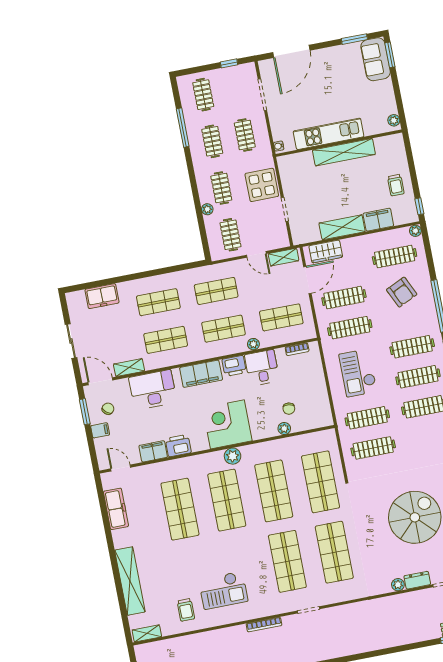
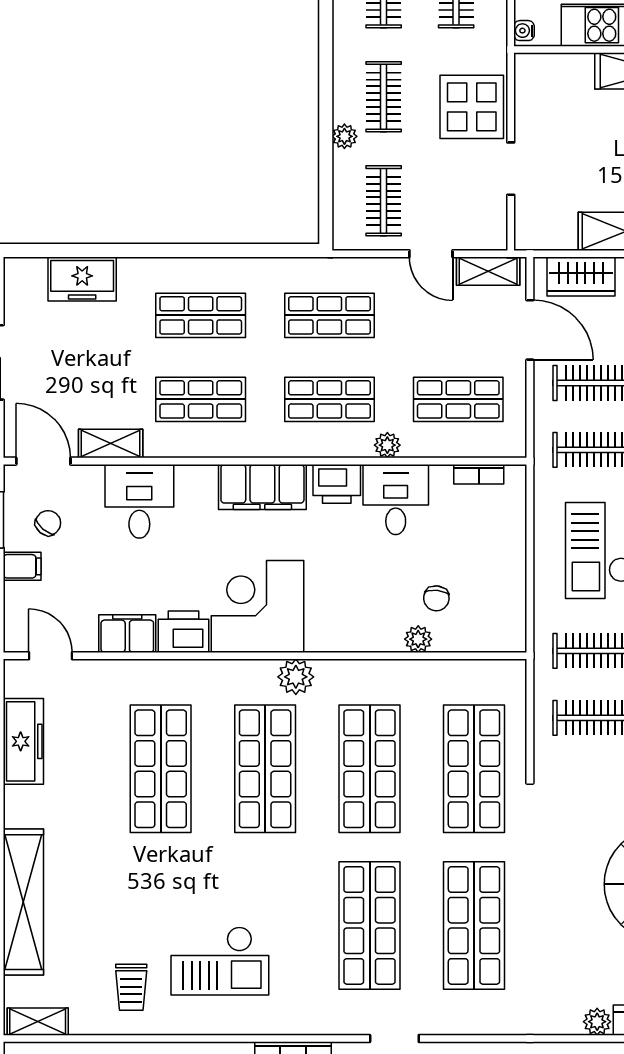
door: (307, 280) -> (530, 330), hinge flipped
desk: (153, 390) -> (139, 501), width x0.73
corner desk: (227, 424) -> (257, 606), moved

